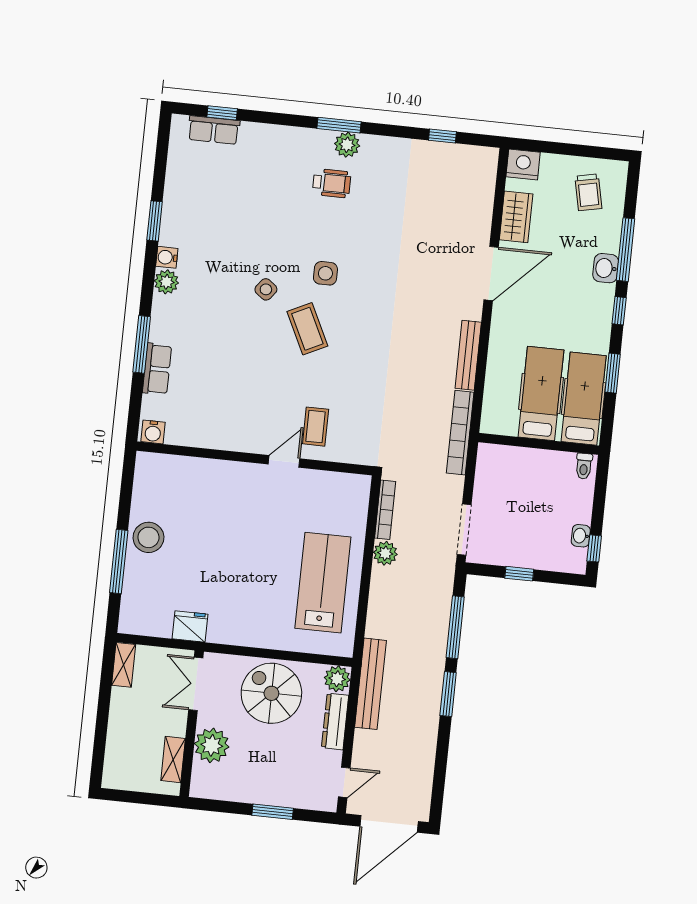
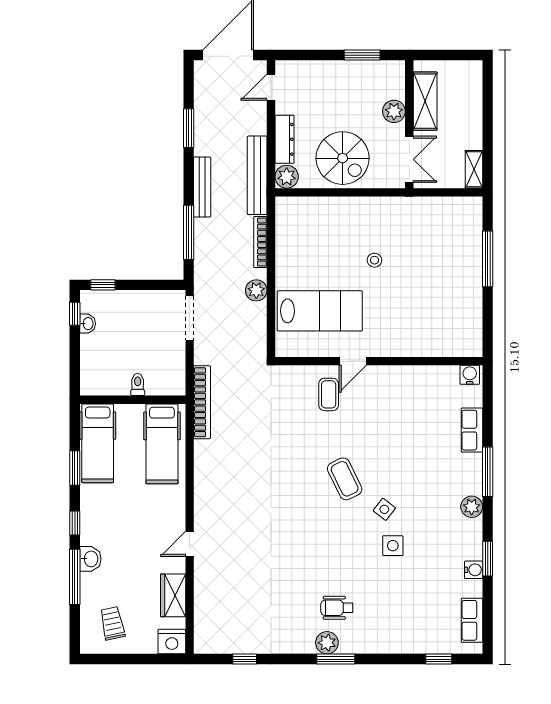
row of seats: (214, 130) -> (472, 620), moved, turned -90
water cooler: (167, 257) -> (474, 570), moved
side table: (325, 273) -> (393, 546), moved
door: (491, 273) -> (190, 544), width x0.53
window: (142, 344) -> (488, 472), moved
bench: (468, 355) -> (202, 187), moved
hospital bed: (541, 393) -> (162, 444), moved
toilet: (584, 466) -> (138, 384), moved
bookcase: (385, 510) -> (260, 242), moved
stool: (148, 537) -> (374, 260), moved, width x0.53, depth x0.53
window: (519, 574) -> (103, 285), moved
lab bench: (323, 583) -> (320, 311), moved, turned -90
fridge: (190, 626) -> (420, 209), removed
window: (448, 694) -> (189, 128), moved
plant: (212, 745) -> (394, 111), width x0.73, depth x0.73
shelving: (173, 760) -> (425, 101), width x1.50, depth x1.33
window: (273, 812) -> (362, 55), moved

